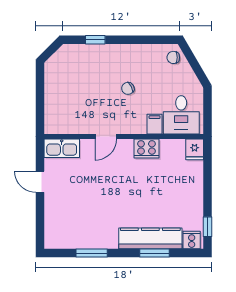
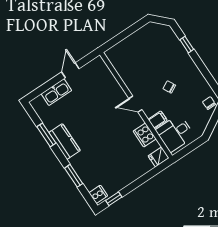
door: (106, 137) -> (135, 104), moved
kitchen sink: (62, 148) -> (56, 92), moved, turned -90
cooker: (146, 149) -> (145, 135), moved
kitchen counter: (150, 238) -> (65, 142), moved, width x0.67

